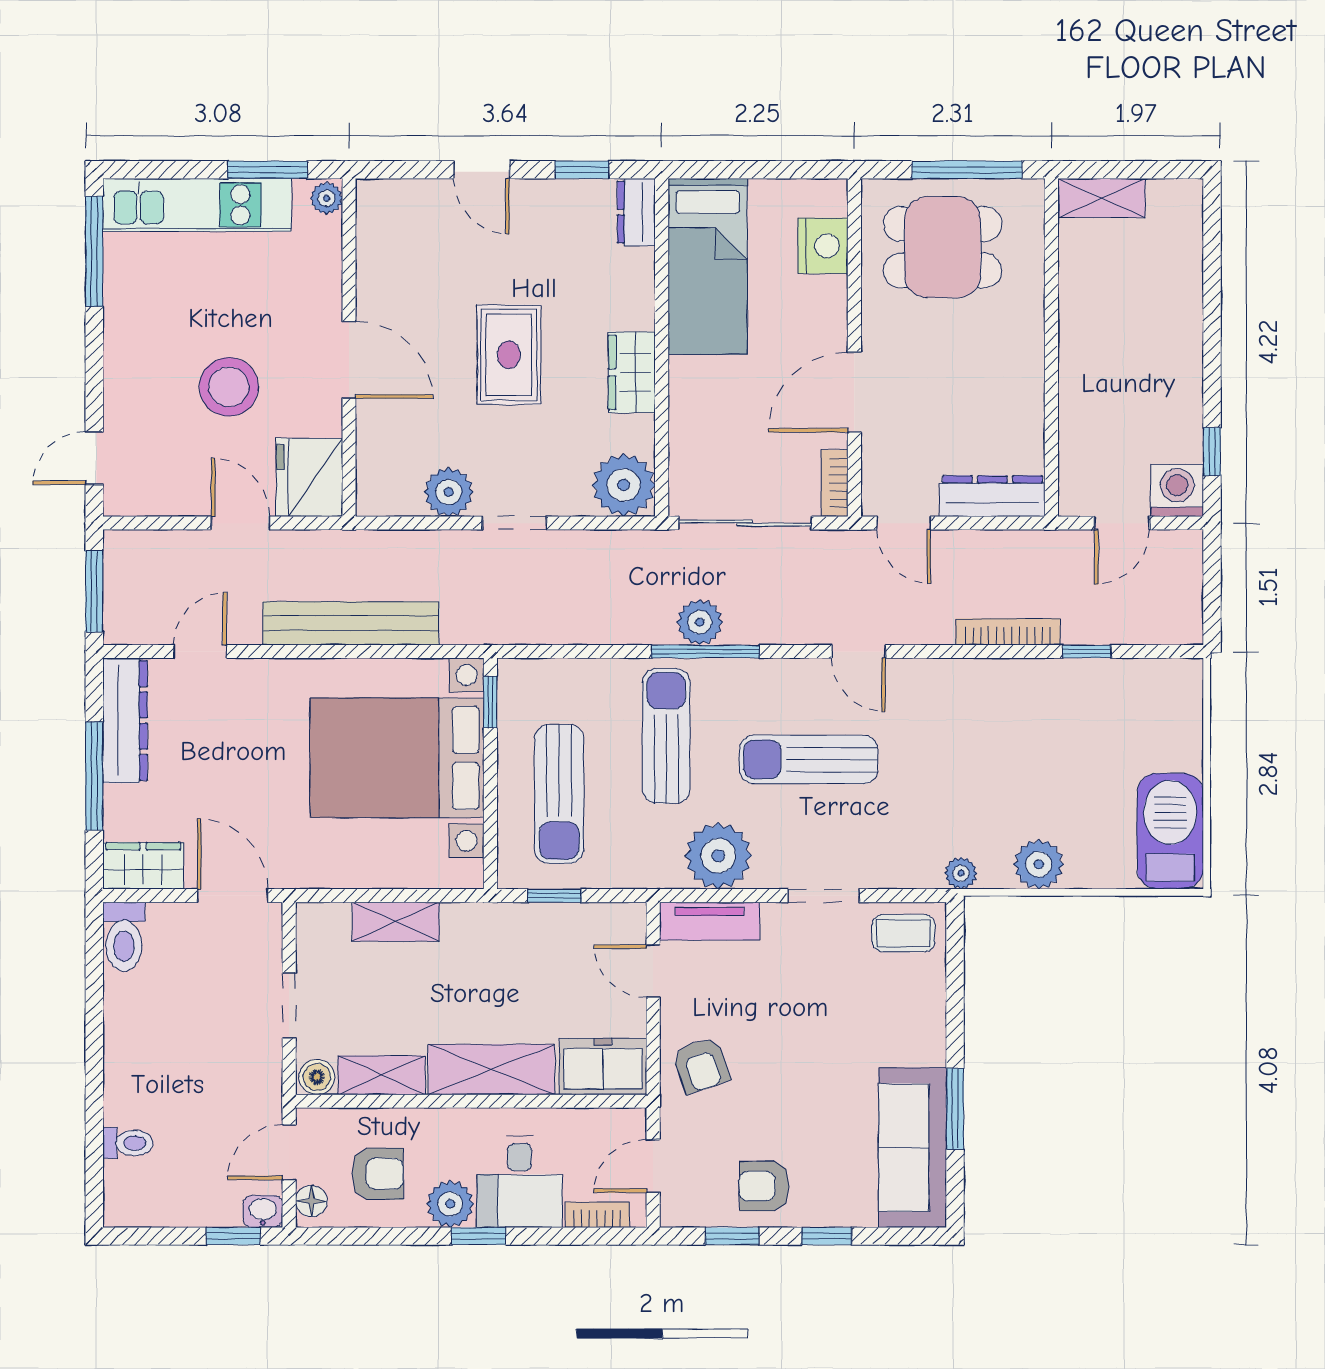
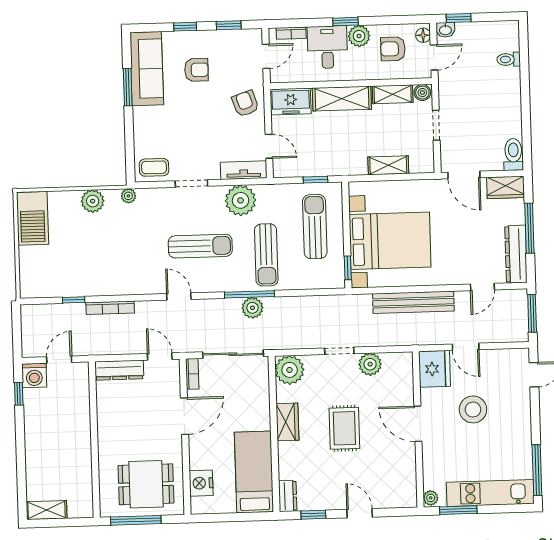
shelving: (1102, 198) -> (47, 510), moved
armchair: (764, 1186) -> (196, 70), moved

